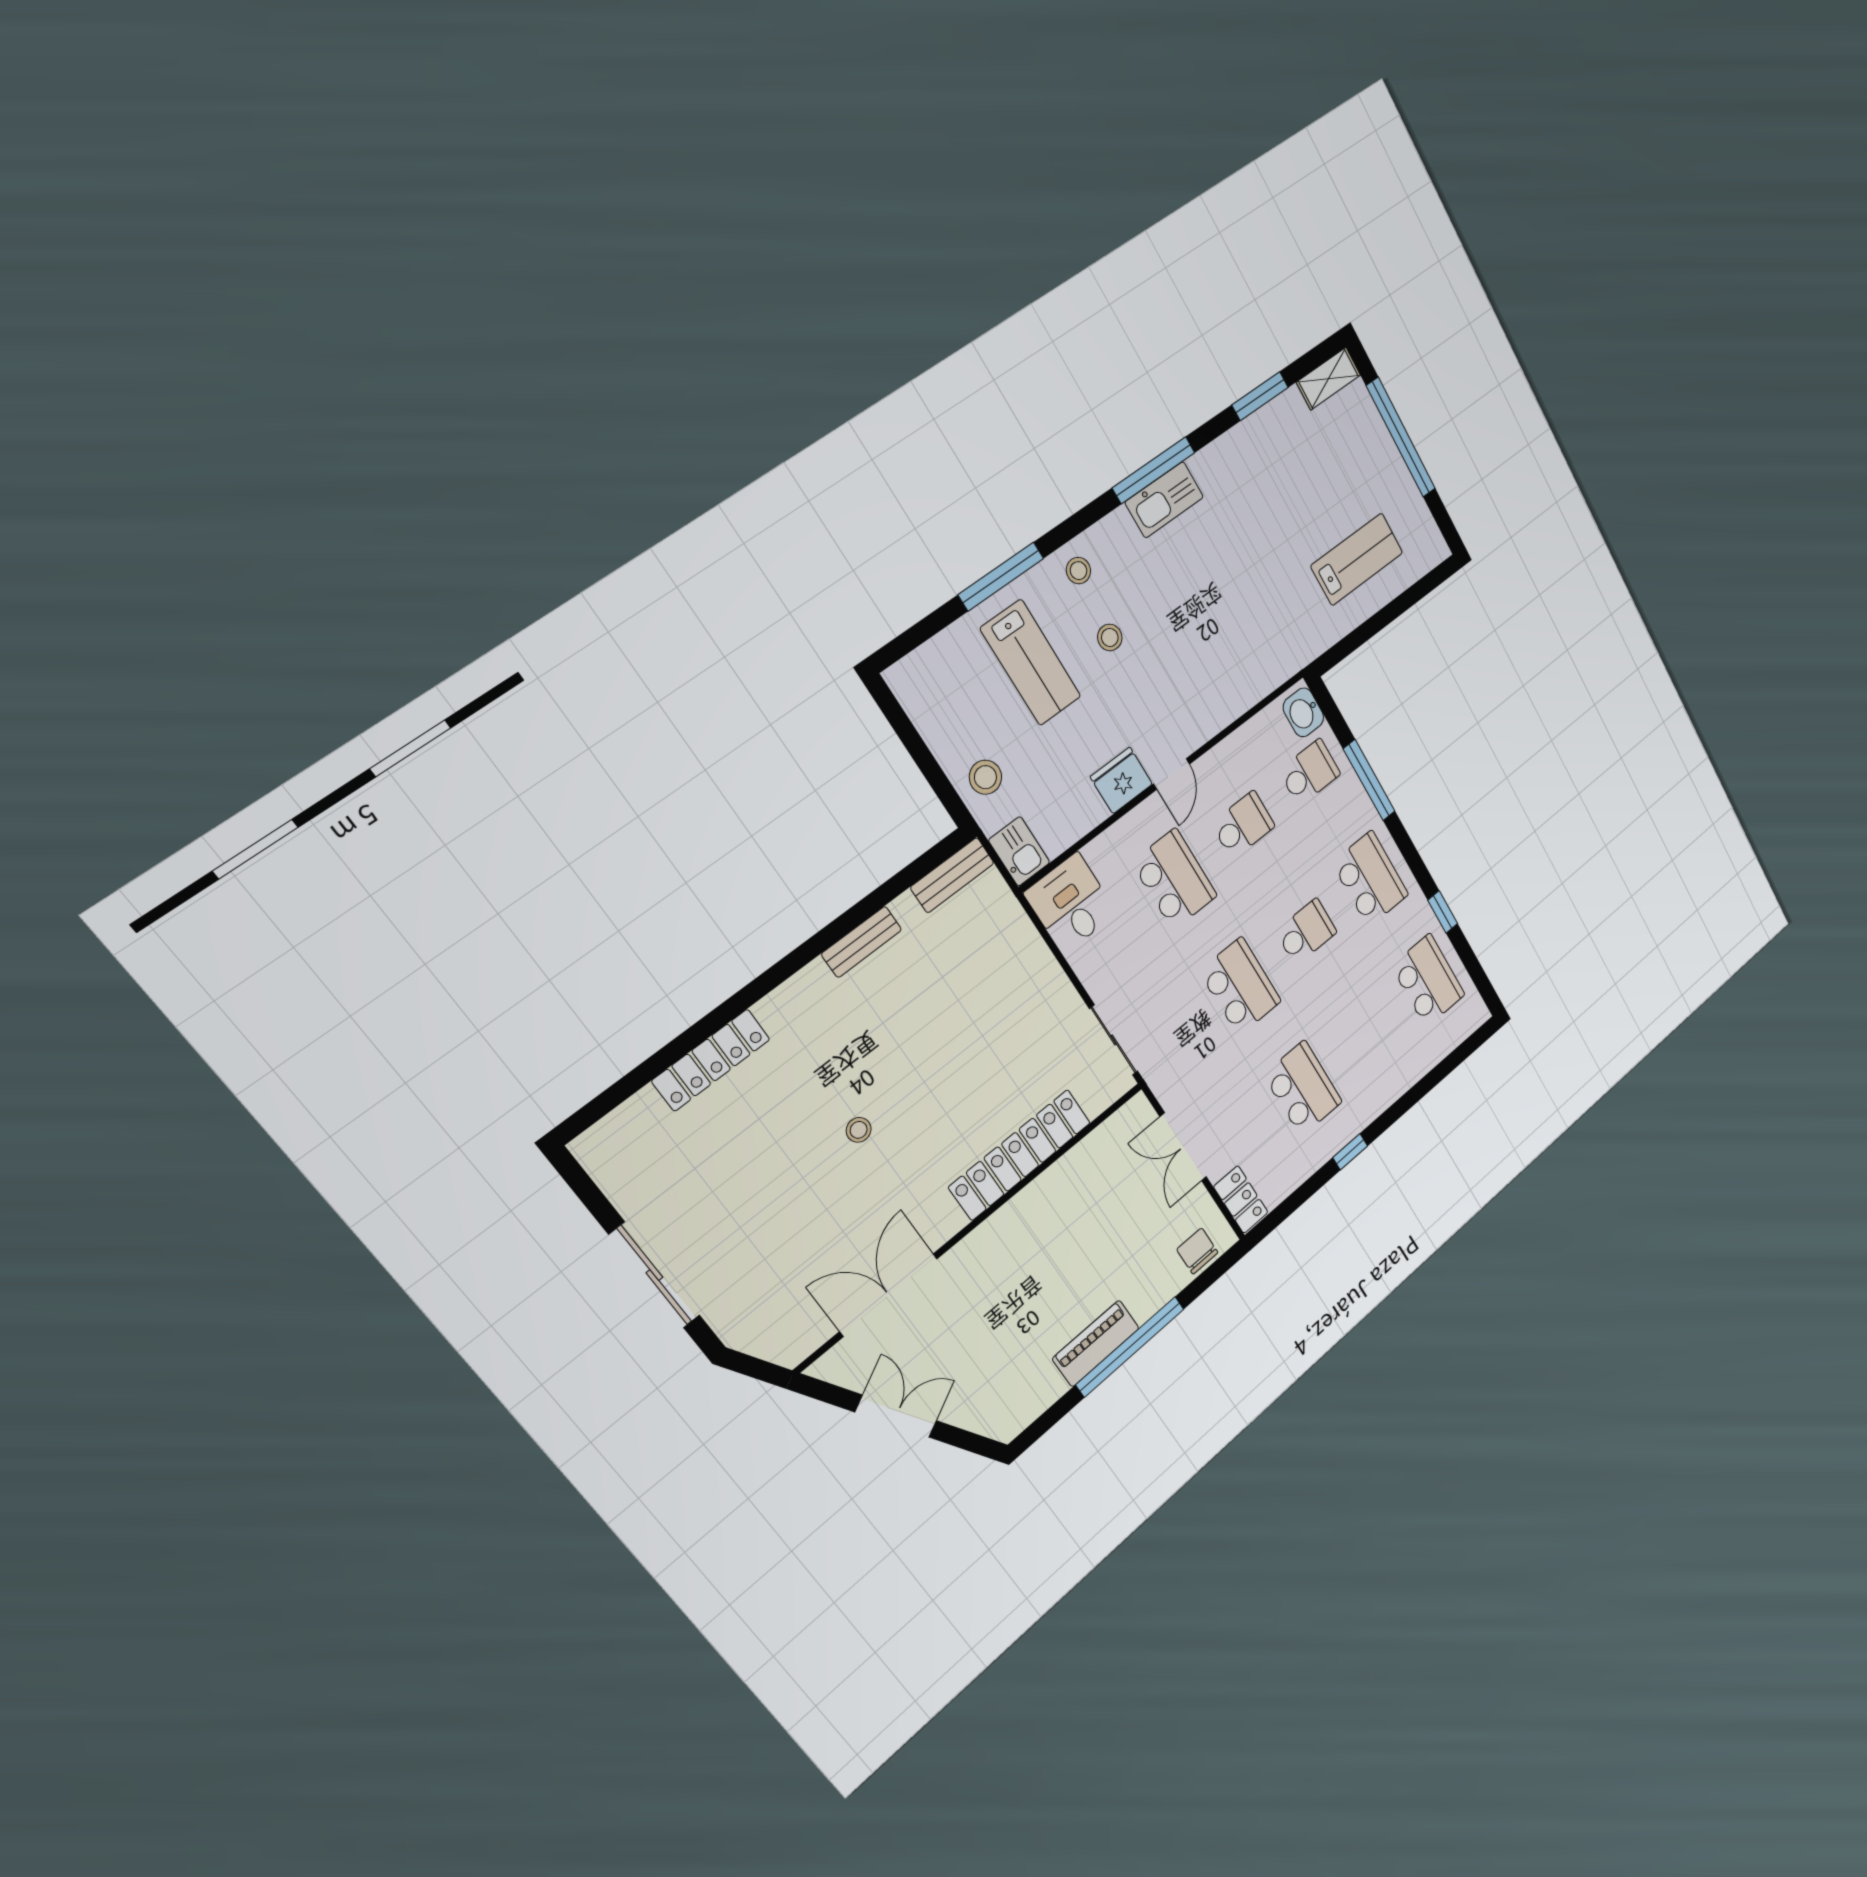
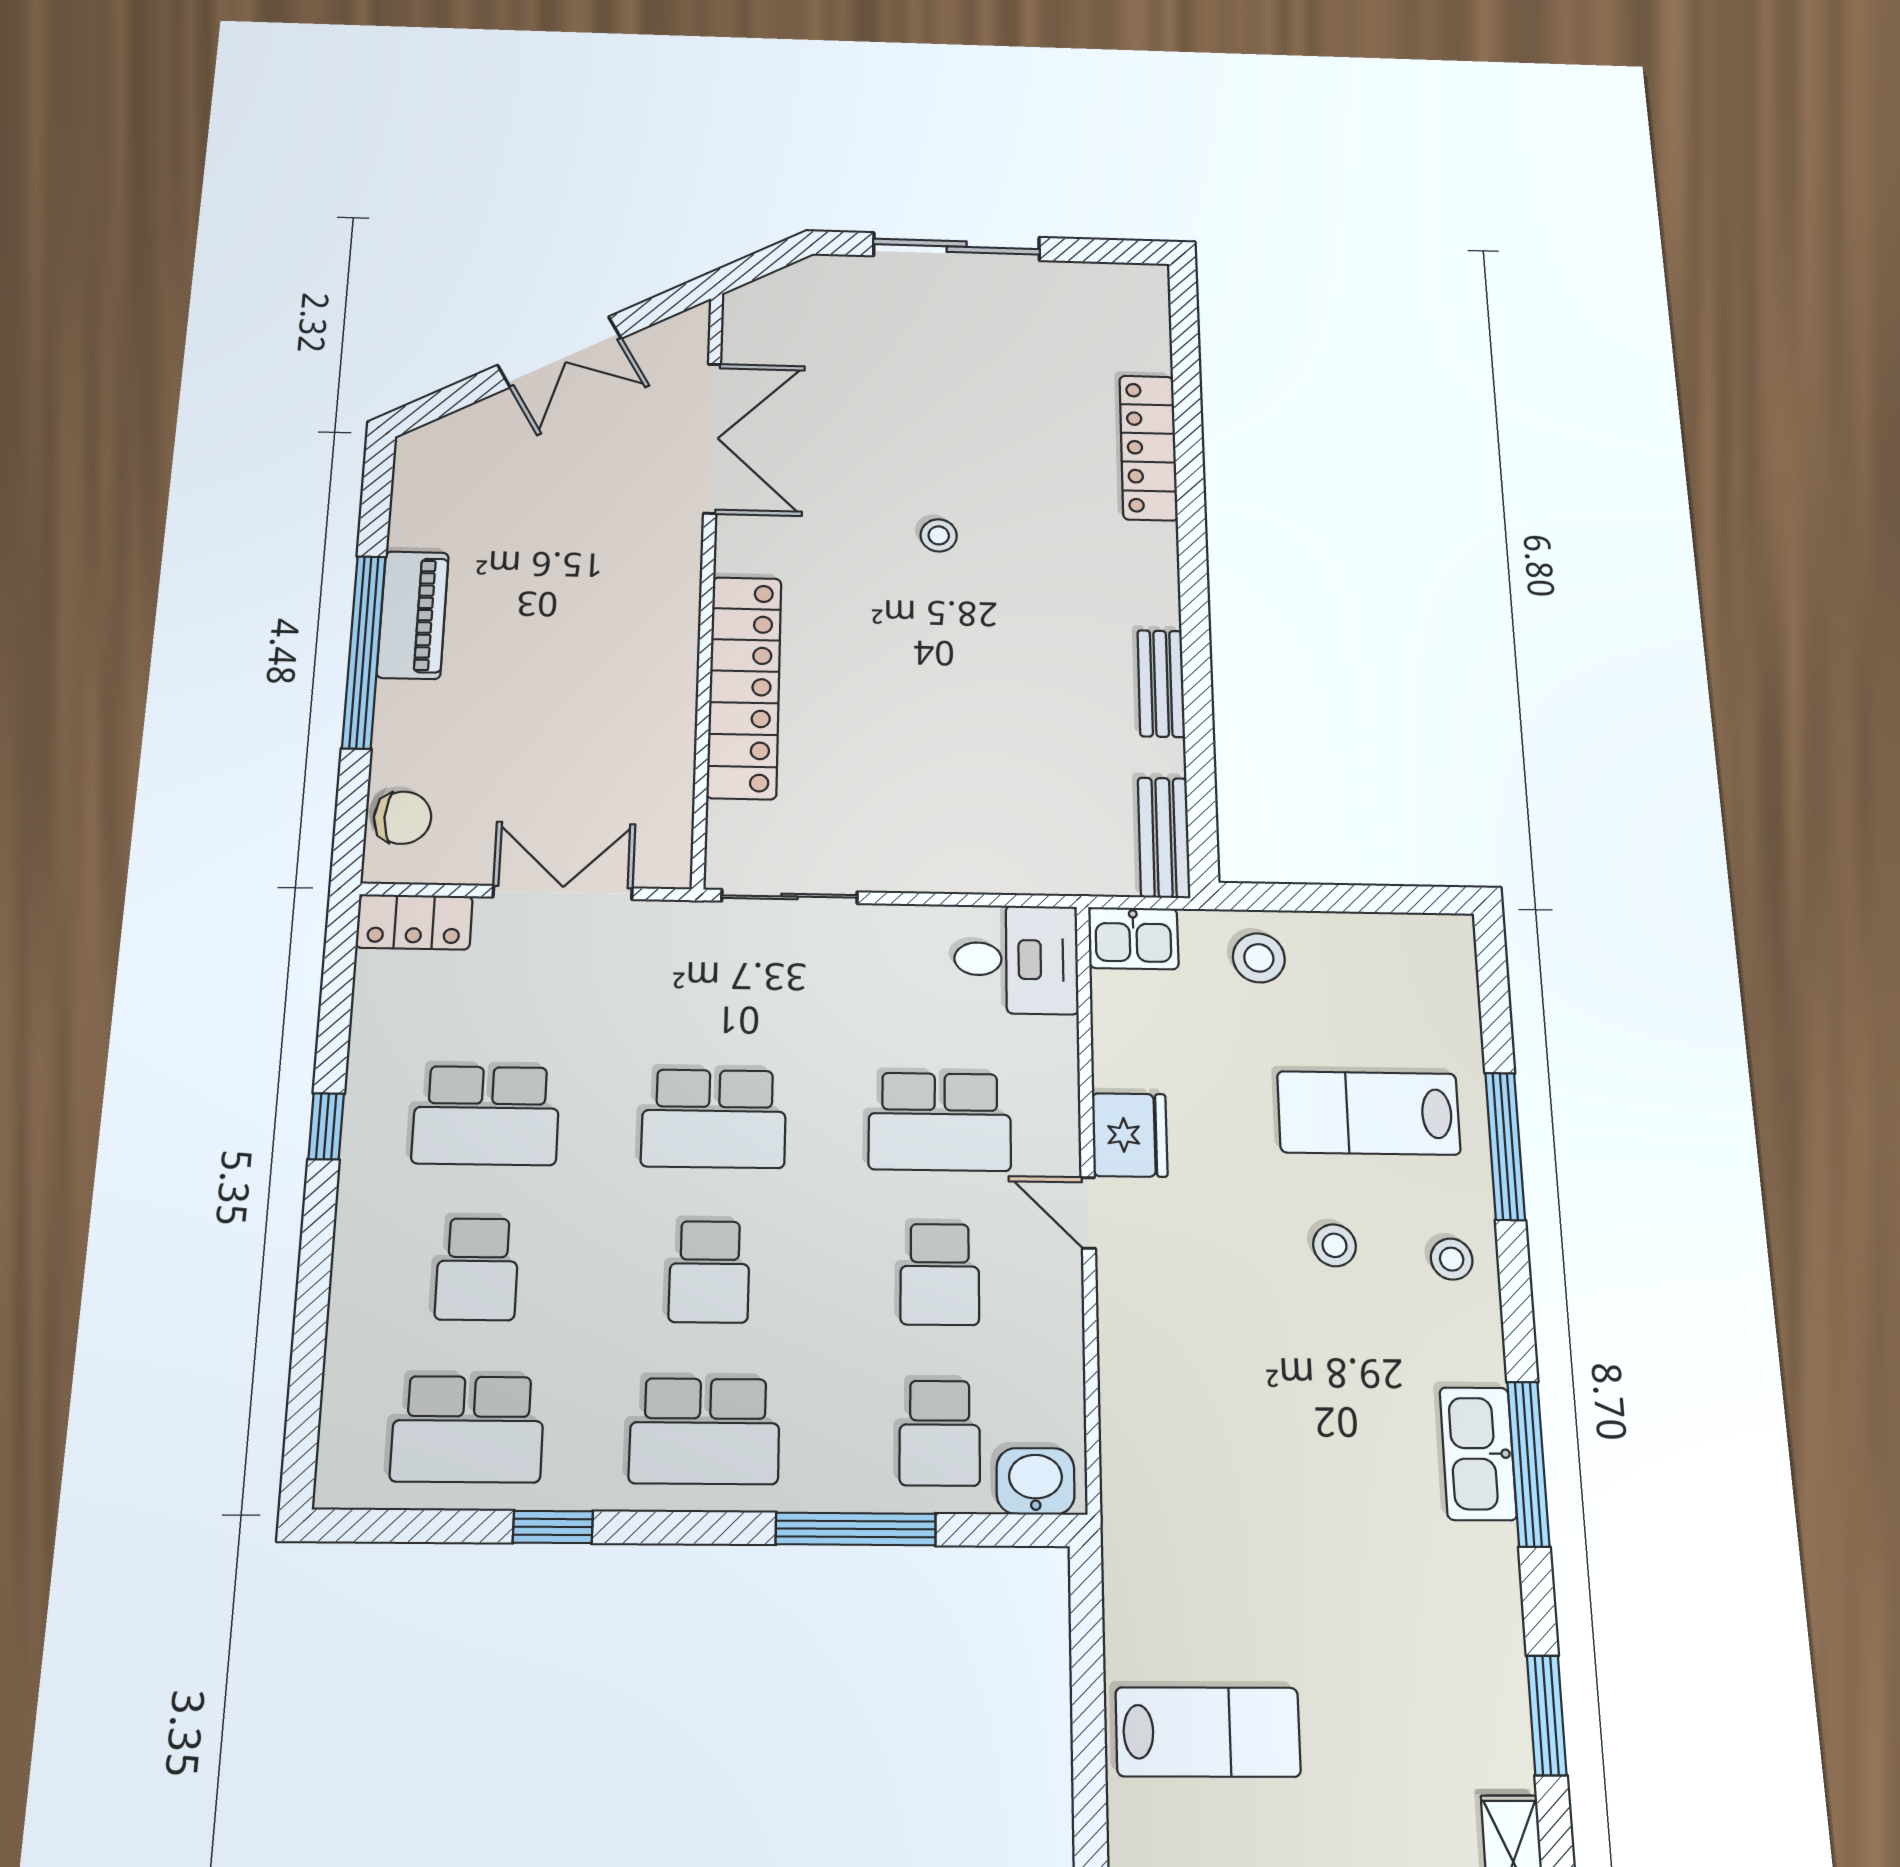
lab bench: (1357, 559) -> (1208, 1732), turned -90
school desk: (1366, 1034) -> (477, 1269), added

